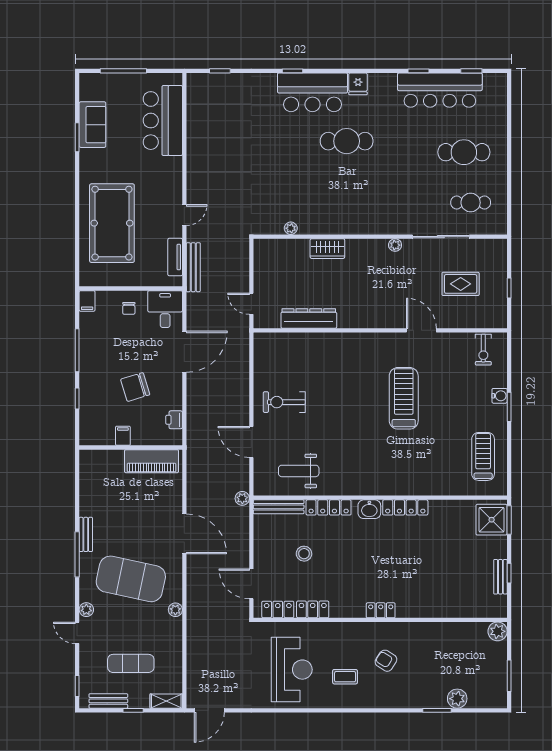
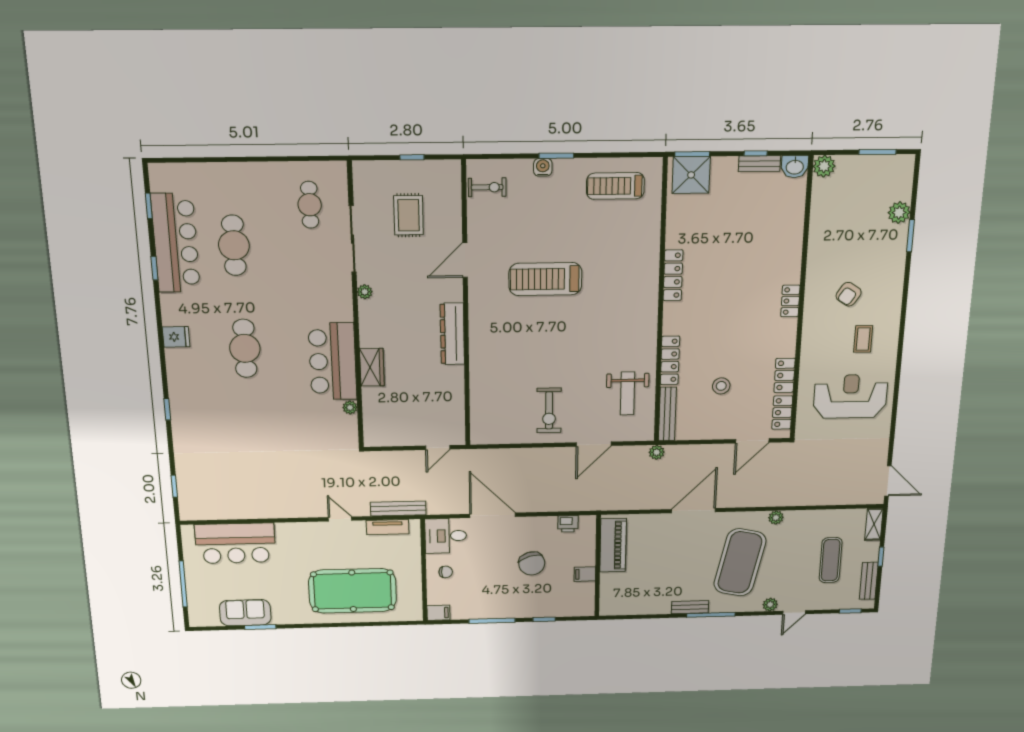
bar counter: (312, 92) -> (333, 361), moved, turned 180
cafe table: (464, 152) -> (234, 245), moved
dresser: (309, 318) -> (452, 334), moved
washbasin: (369, 509) -> (795, 167), moved, turned 90

